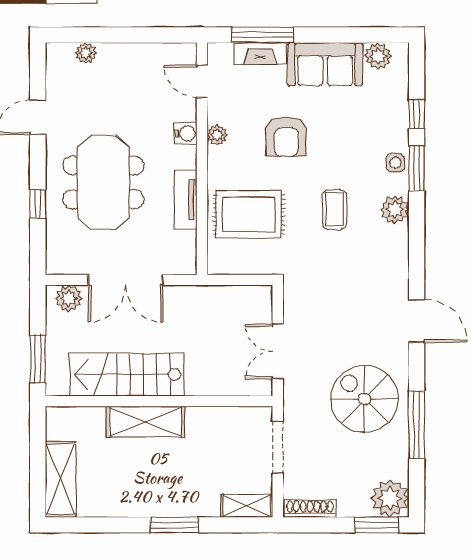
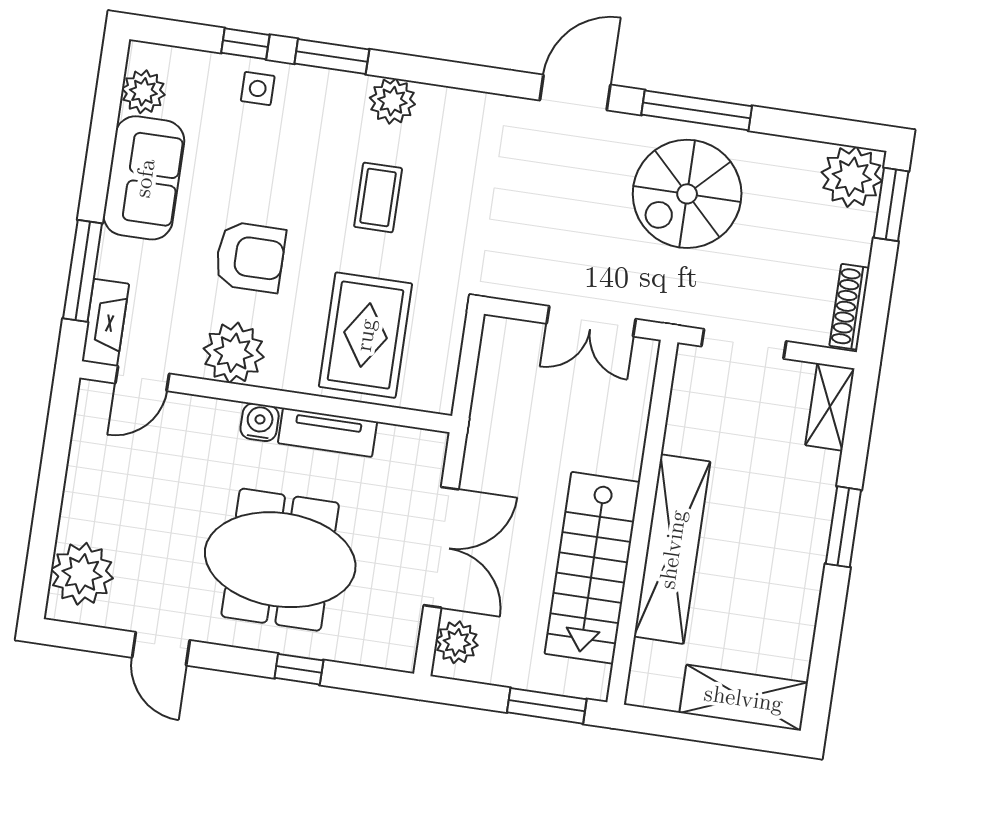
plant: (86, 53) -> (82, 574), width x1.88, depth x1.88
fireplace: (260, 54) -> (105, 323), moved
water cooler: (186, 133) -> (260, 422), moved
plant: (217, 135) -> (234, 353), width x1.88, depth x1.88
side table: (395, 163) -> (258, 88), moved
coffee table: (334, 210) -> (378, 197), turned 90
shelving: (145, 422) -> (672, 549), width x1.47
window: (417, 425) -> (697, 110), moved

